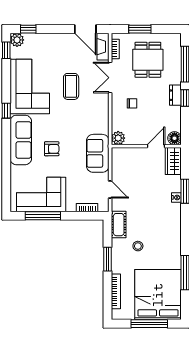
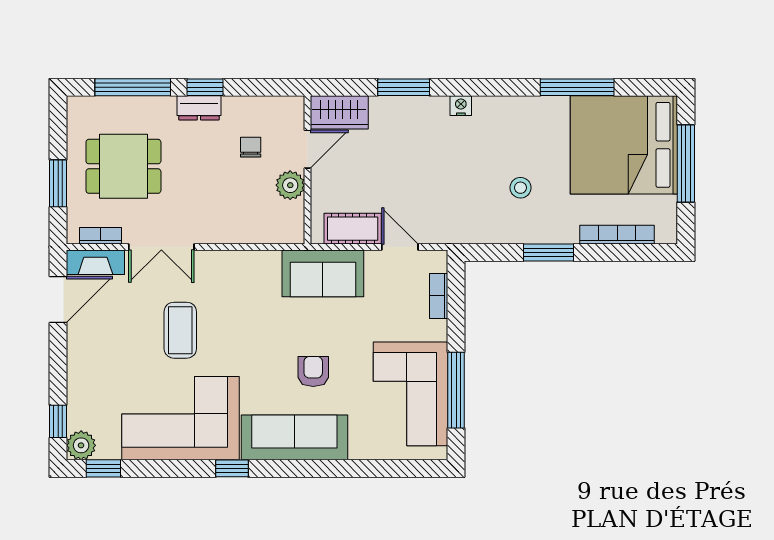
coffee table: (71, 86) -> (180, 330), turned 90
chair: (132, 103) -> (251, 147), moved
plant: (118, 138) -> (290, 185), moved
floor lamp: (174, 138) -> (291, 110), removed
door: (156, 146) -> (307, 149), swing flipped
door: (110, 189) -> (400, 247), hinge flipped
nightstand: (176, 197) -> (461, 106), moved
cot: (119, 225) -> (353, 229), moved

